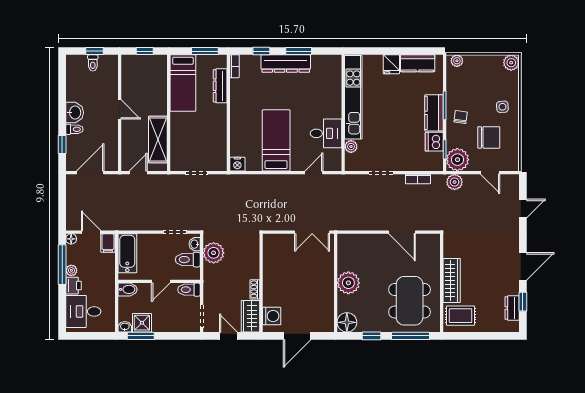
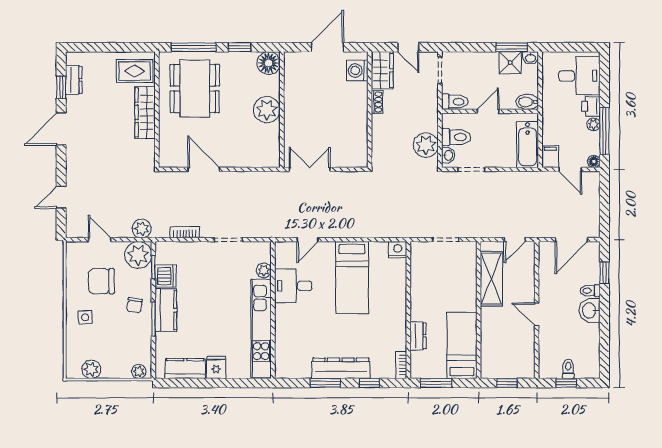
plant: (511, 63) -> (91, 369), moved
dresser: (220, 86) -> (418, 336), width x0.70

